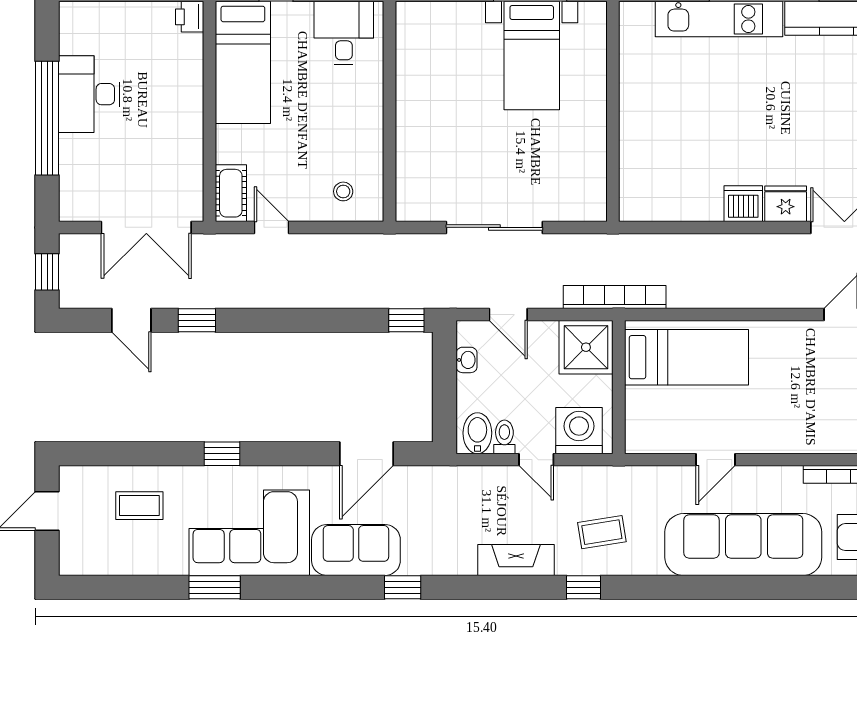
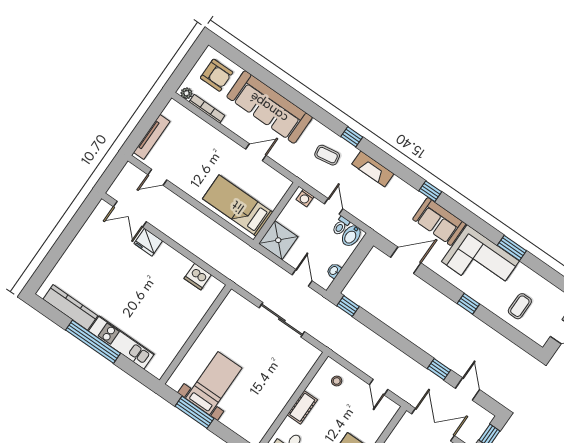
cot: (231, 193) -> (302, 407), moved
dishwasher: (743, 204) -> (198, 277), moved
bookcase: (615, 297) -> (251, 253), removed
washing machine: (579, 431) -> (305, 198), width x0.53, depth x0.53
coffee table: (139, 506) -> (520, 306), turned 90

